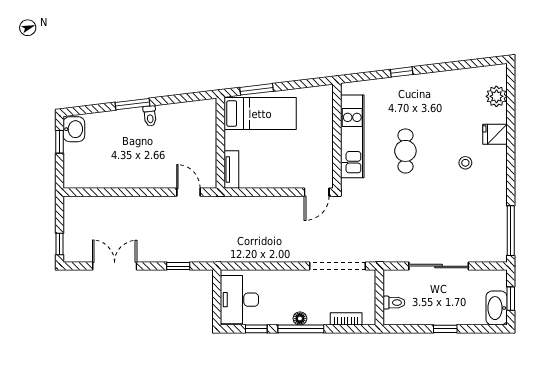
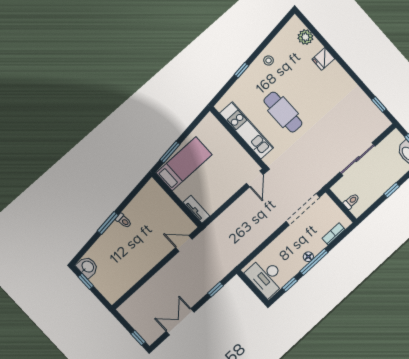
cafe table: (405, 151) -> (283, 112), width x1.37, depth x1.35
stool: (465, 163) -> (269, 60), moved
window: (511, 231) -> (379, 104), width x0.46

